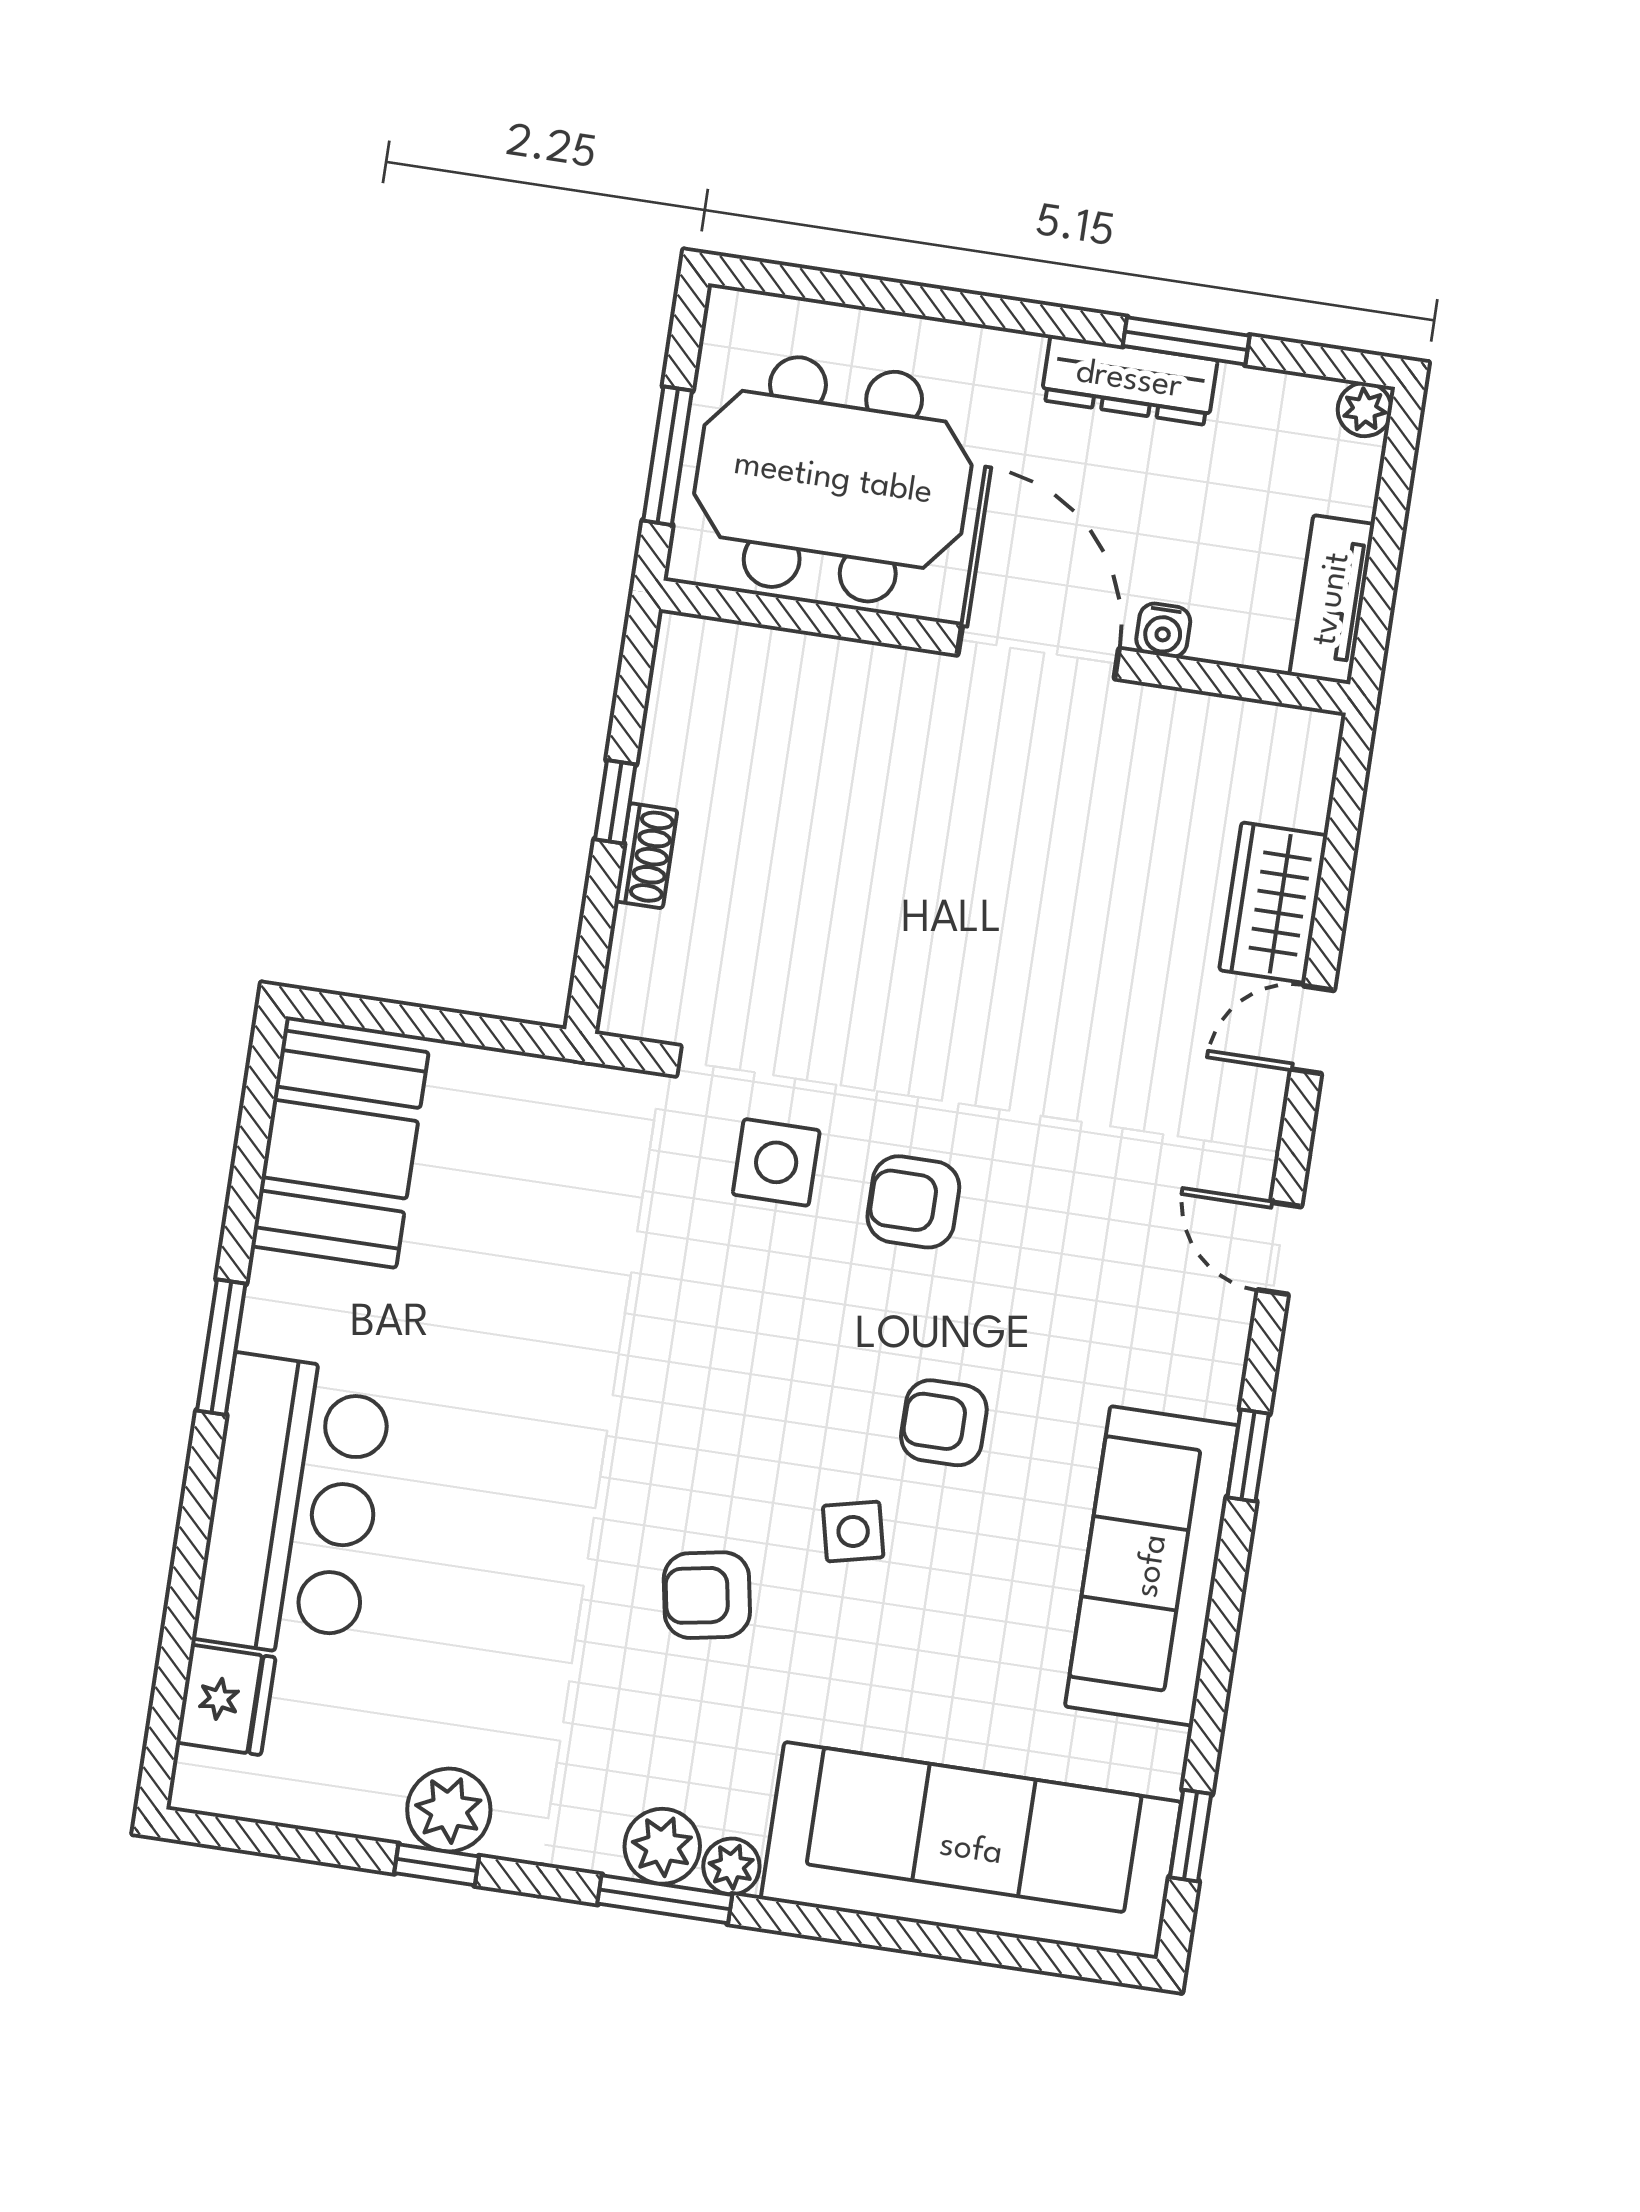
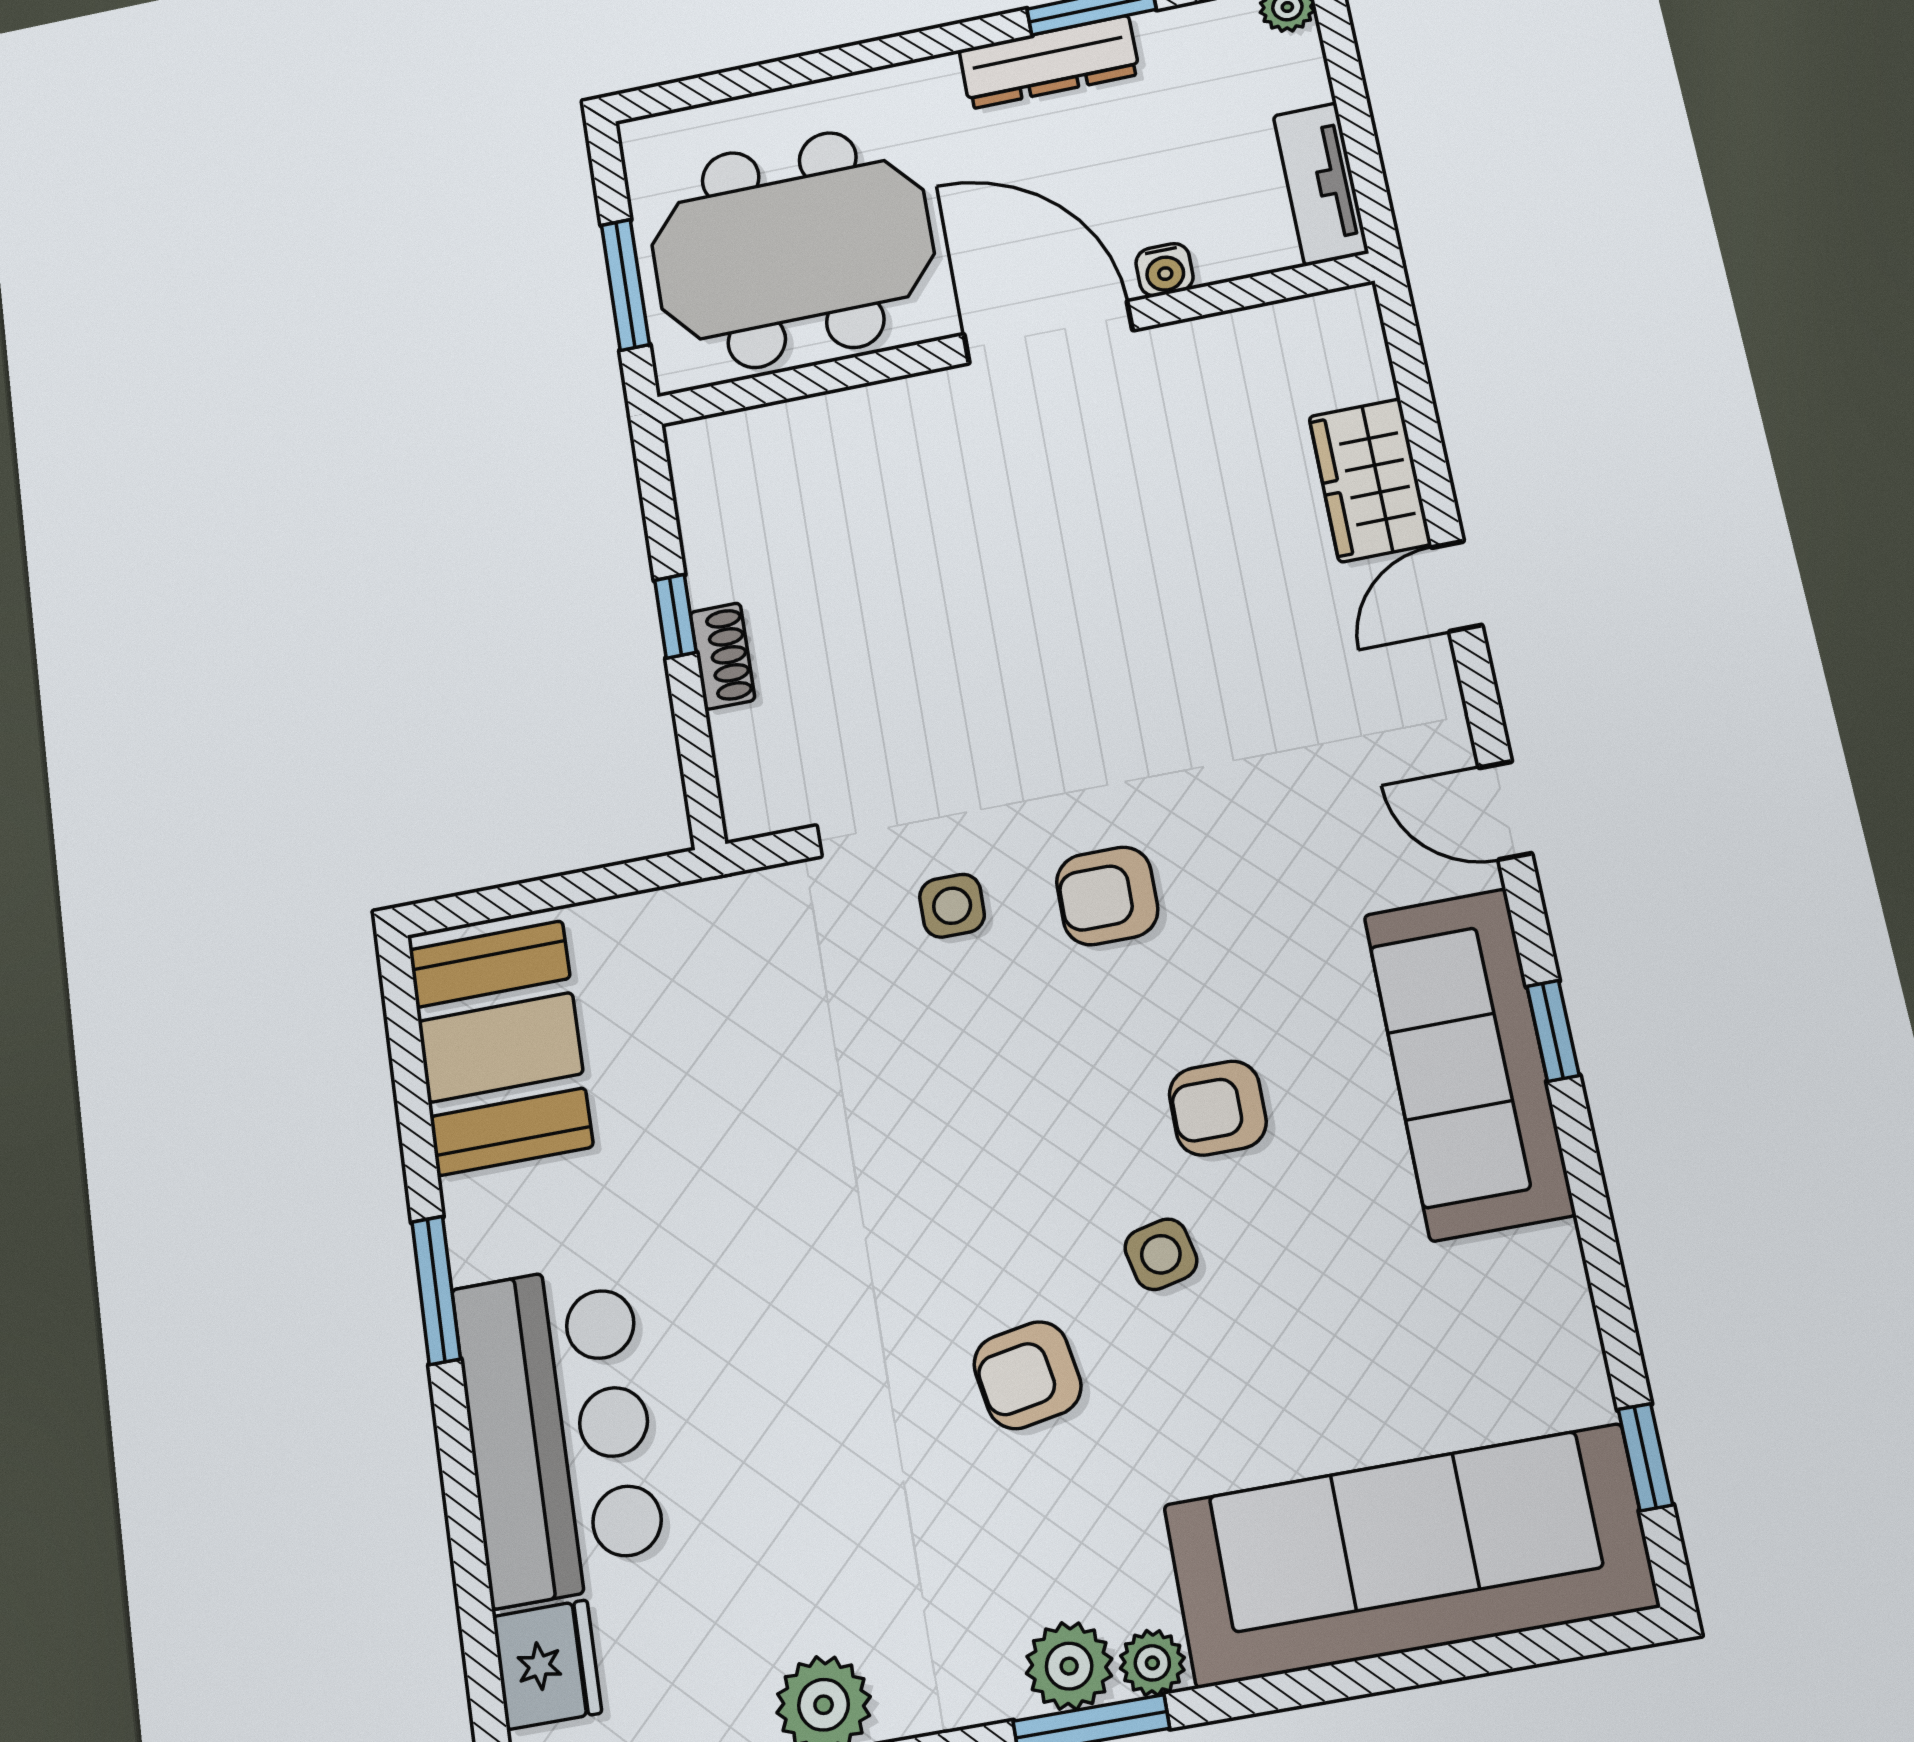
side table: (776, 1162) -> (952, 906), width x0.73, depth x0.73
sofa: (1152, 1566) -> (1469, 1063), moved

